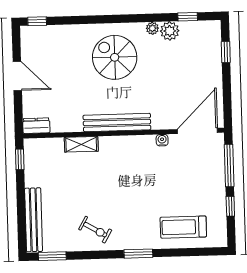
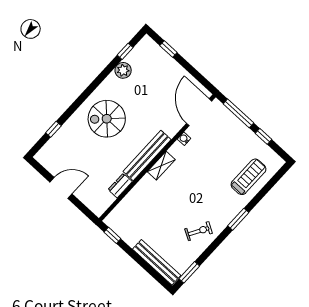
window: (37, 21) -> (53, 129), moved
plant: (152, 28) -> (111, 79), removed
dresser: (36, 126) -> (120, 186), moved
shelving: (81, 144) -> (161, 166), moved
treadmill: (183, 227) -> (249, 177), turned 180

